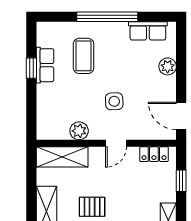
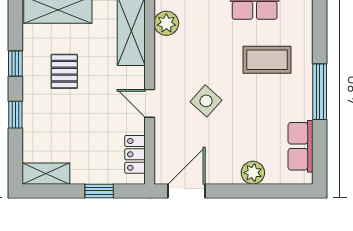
window: (107, 17) -> (320, 92), width x0.68
side table: (114, 101) -> (206, 101), turned 45
plant: (79, 131) -> (166, 23), moved

